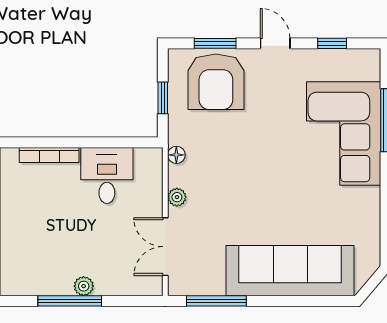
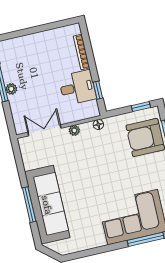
window: (163, 98) -> (141, 107), moved
window: (119, 142) -> (98, 90), added
window: (216, 301) -> (29, 205), moved

